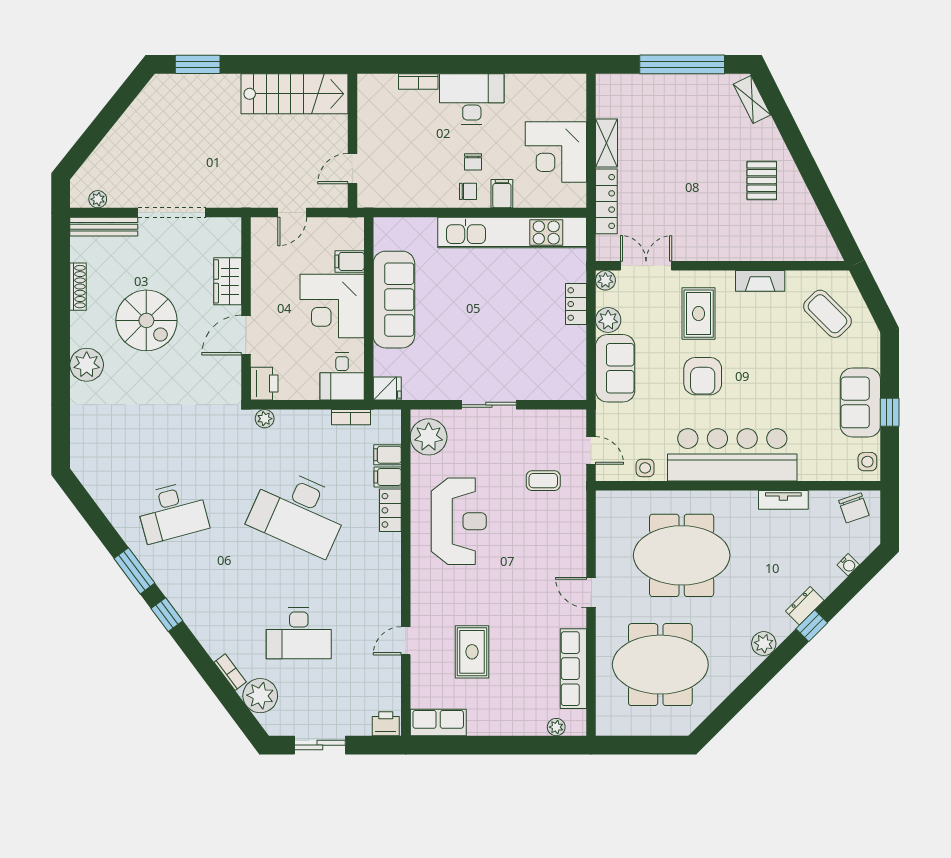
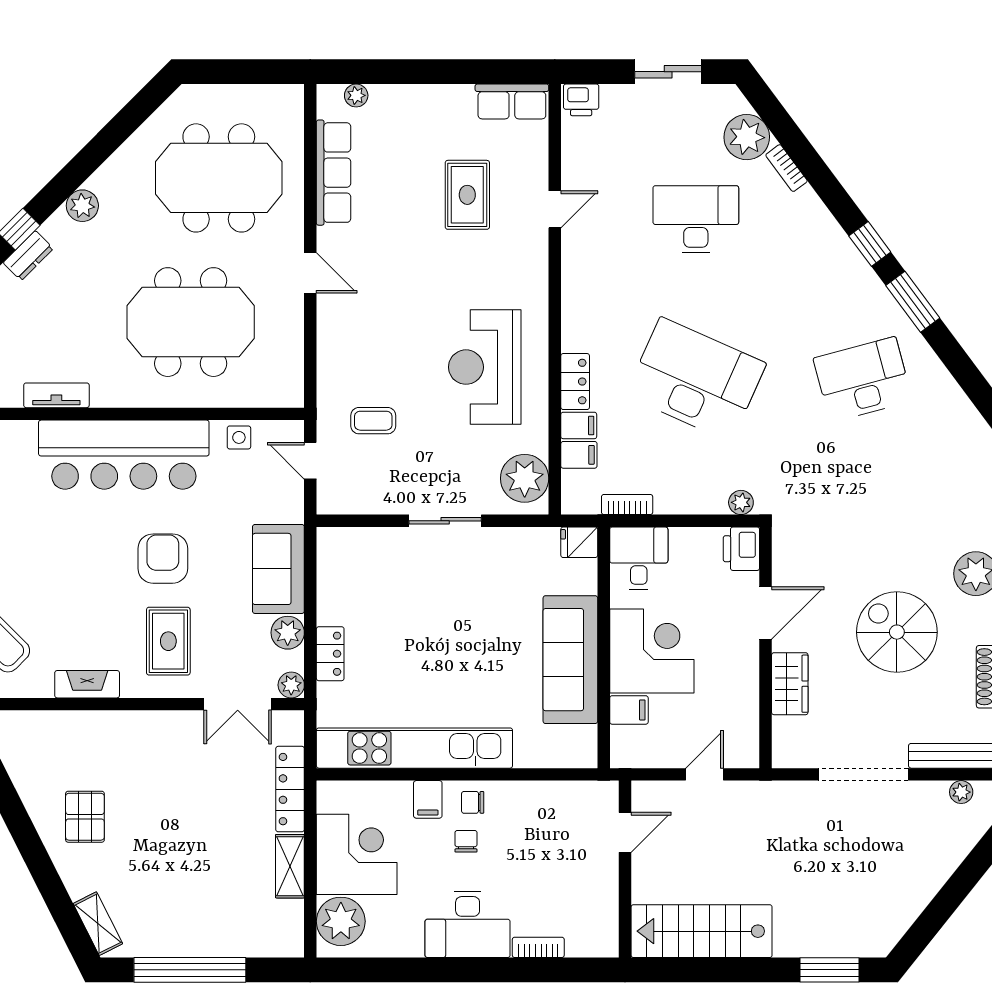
plant: (568, 101) -> (341, 921), added

